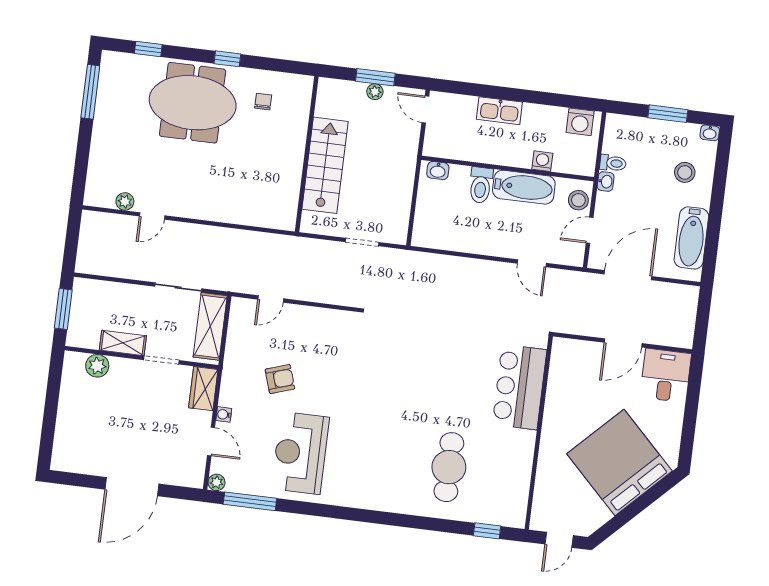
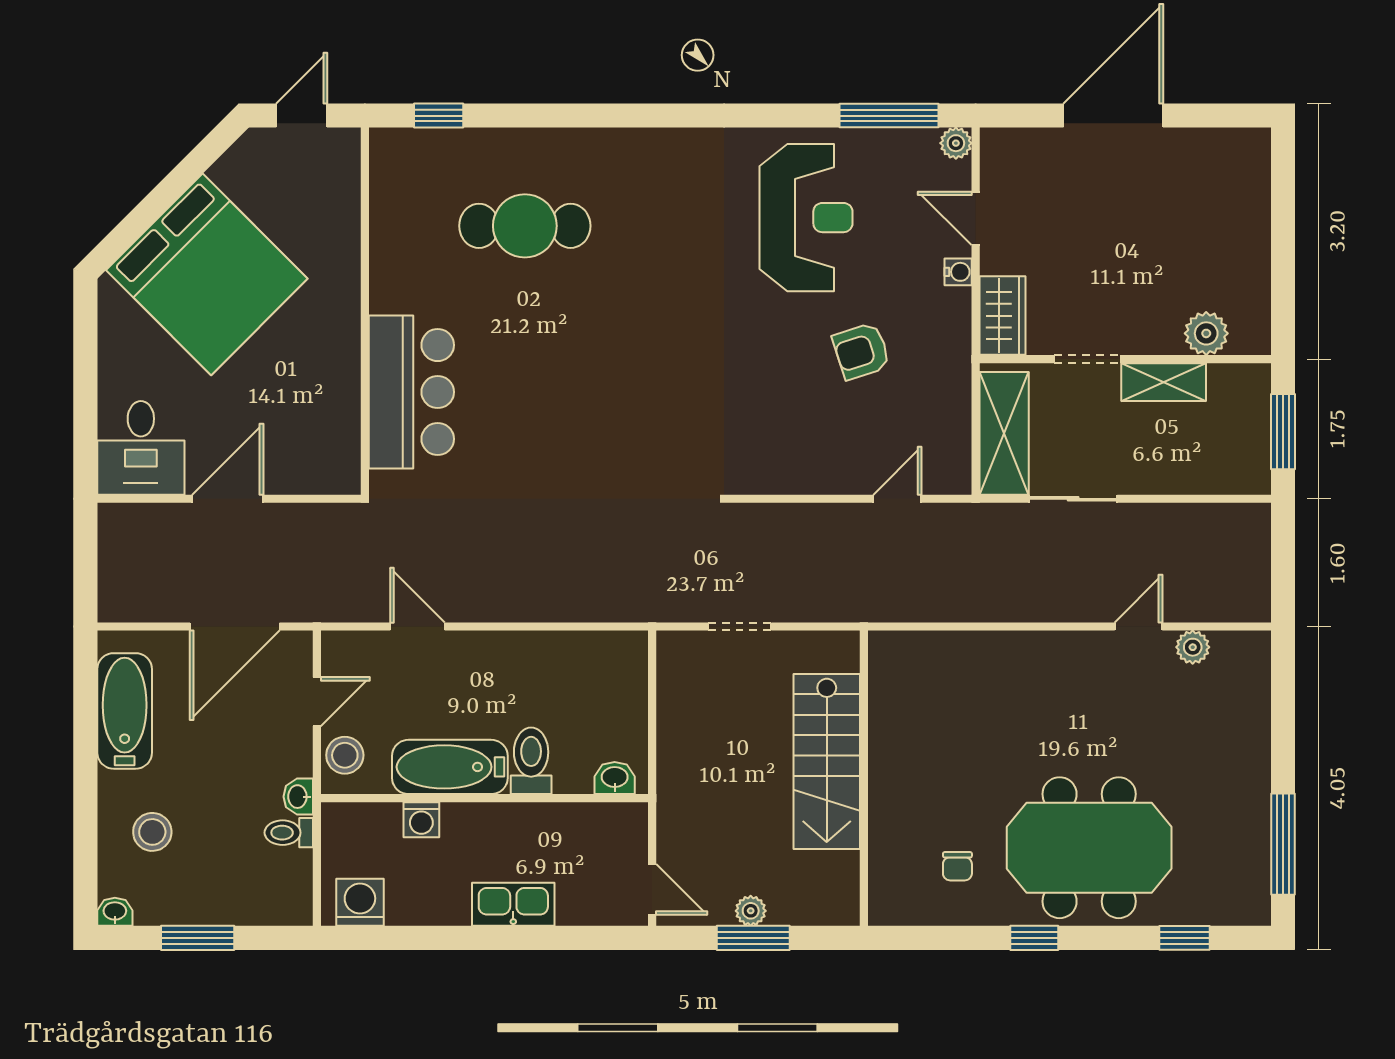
cafe table: (449, 467) -> (525, 226), turned 90

